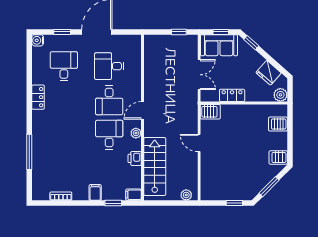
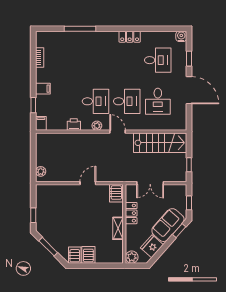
sofa: (219, 45) -> (168, 225), moved, turned 42
desk: (109, 66) -> (158, 101), turned 180
desk: (109, 100) -> (127, 101), turned 180
shelving: (249, 110) -> (118, 228), added
server rack: (278, 124) -> (88, 255), moved
stairs: (155, 167) -> (160, 143), moved

